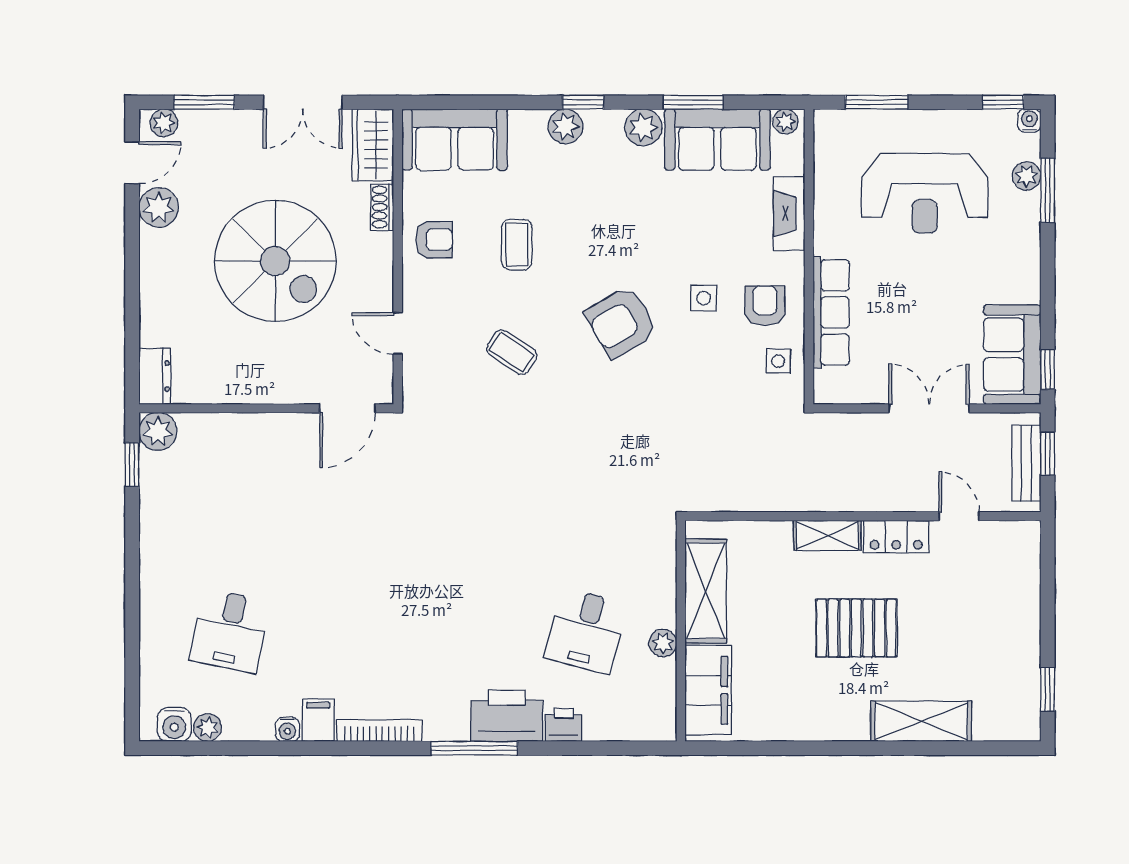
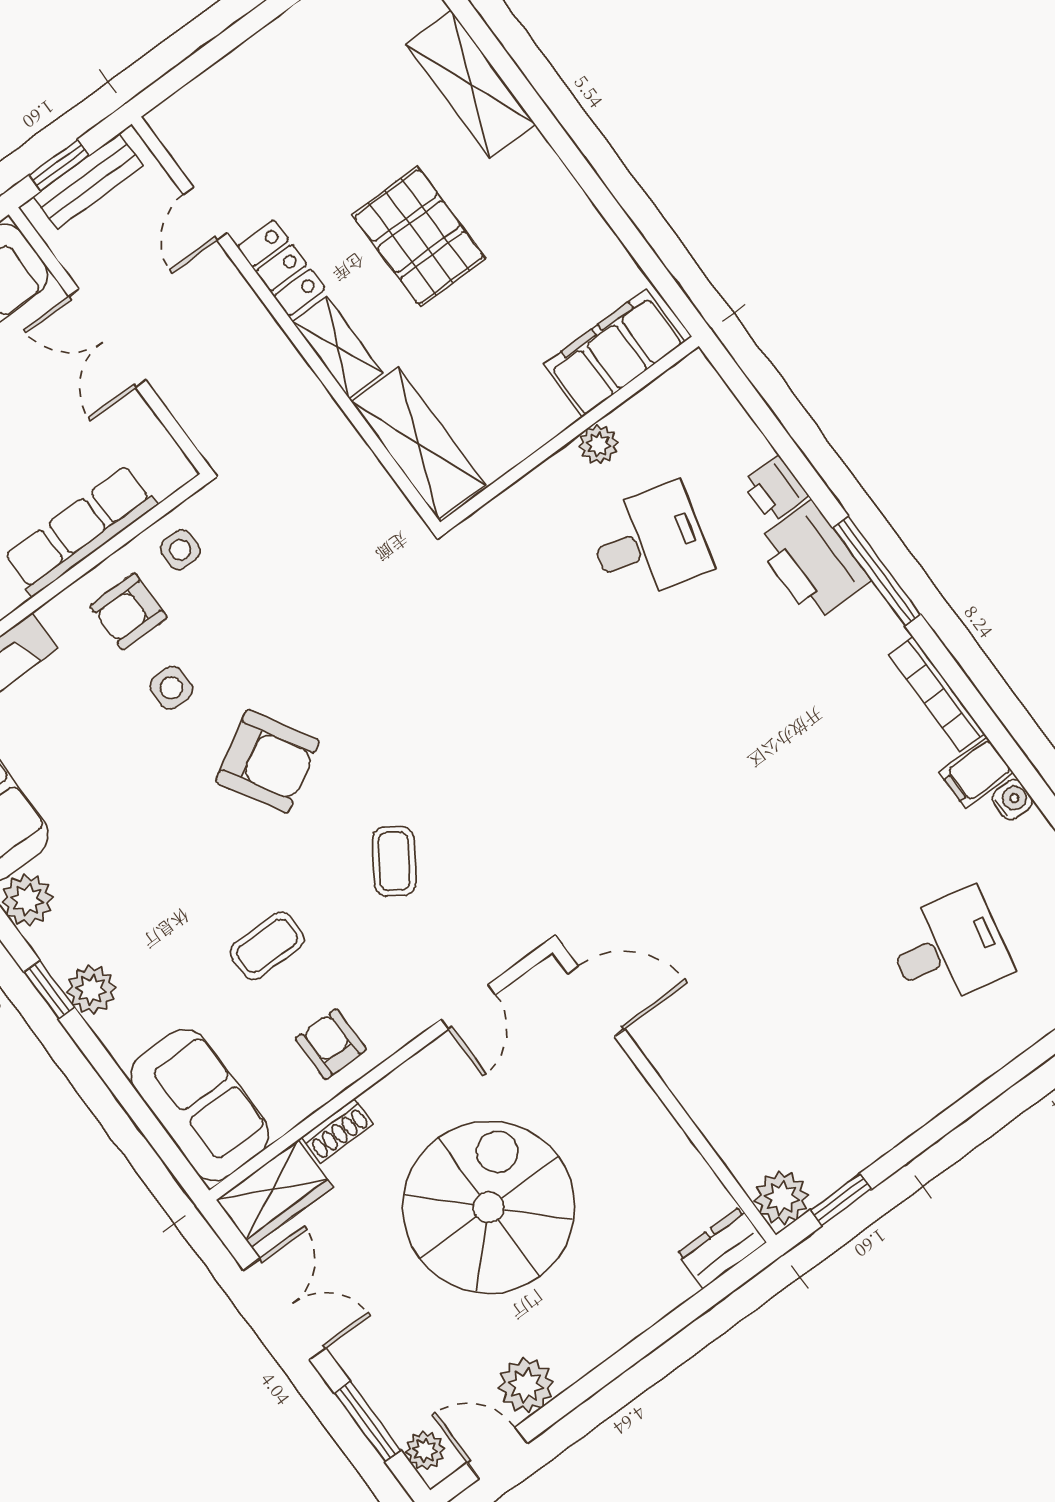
shelving: (706, 591) -> (418, 443), moved, turned 90

